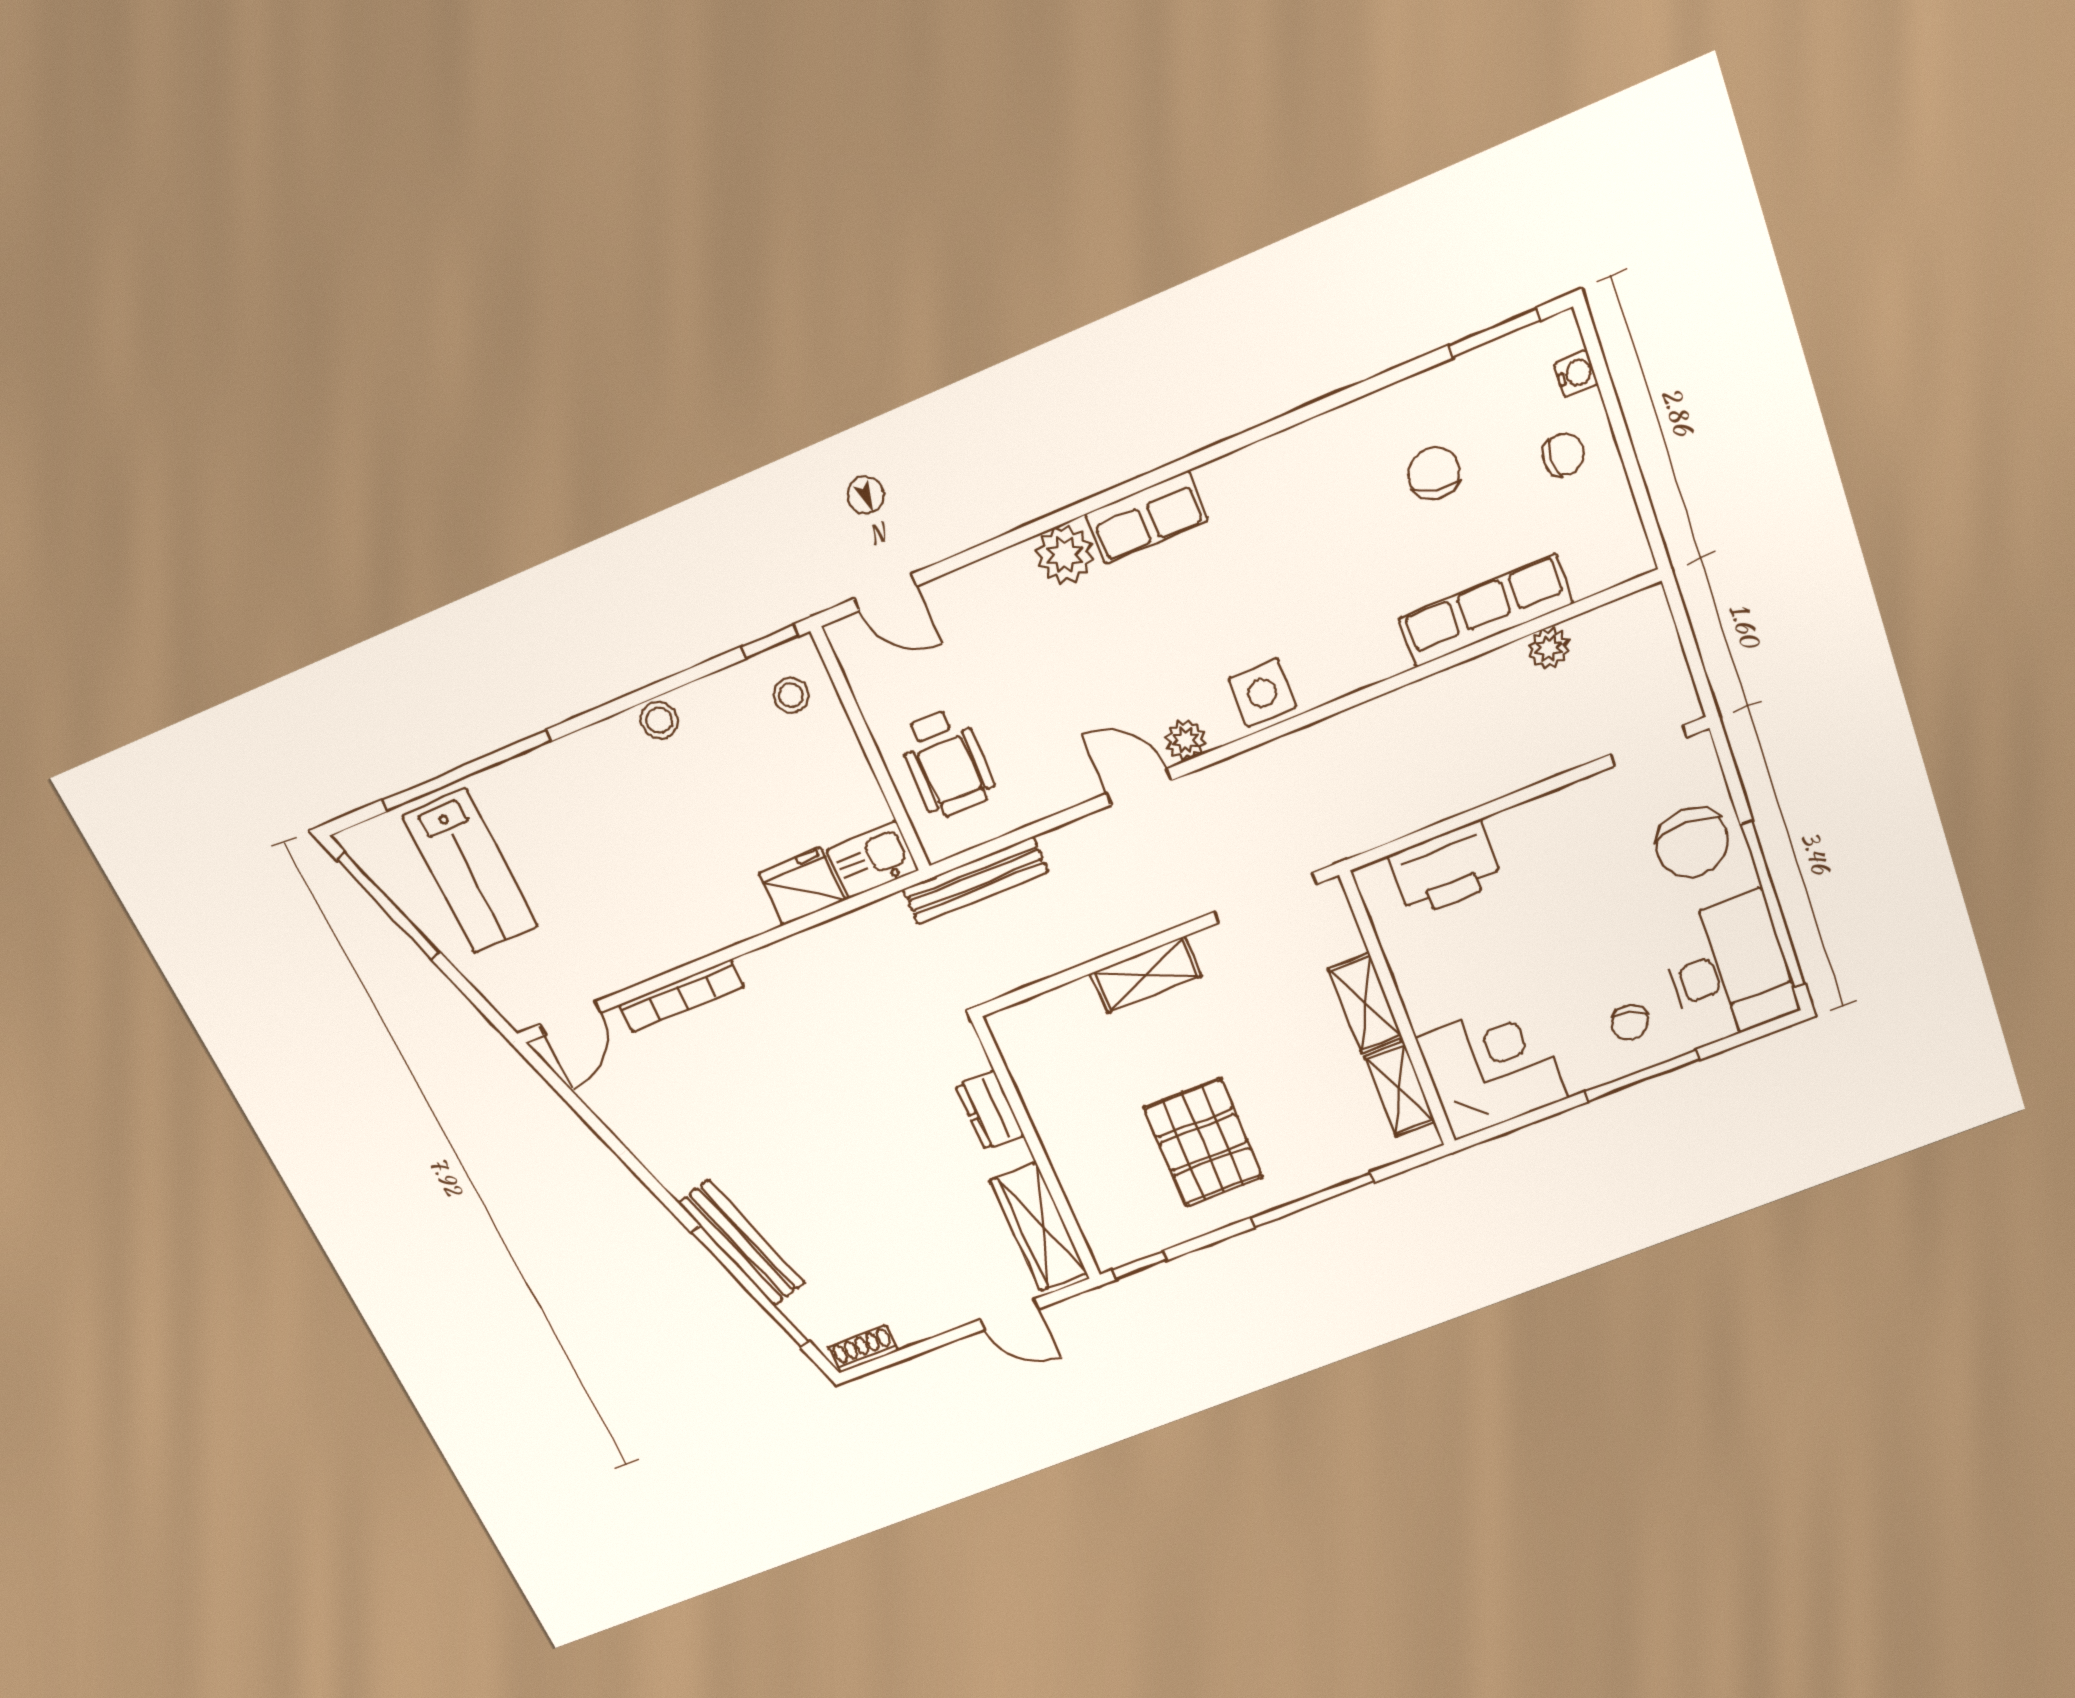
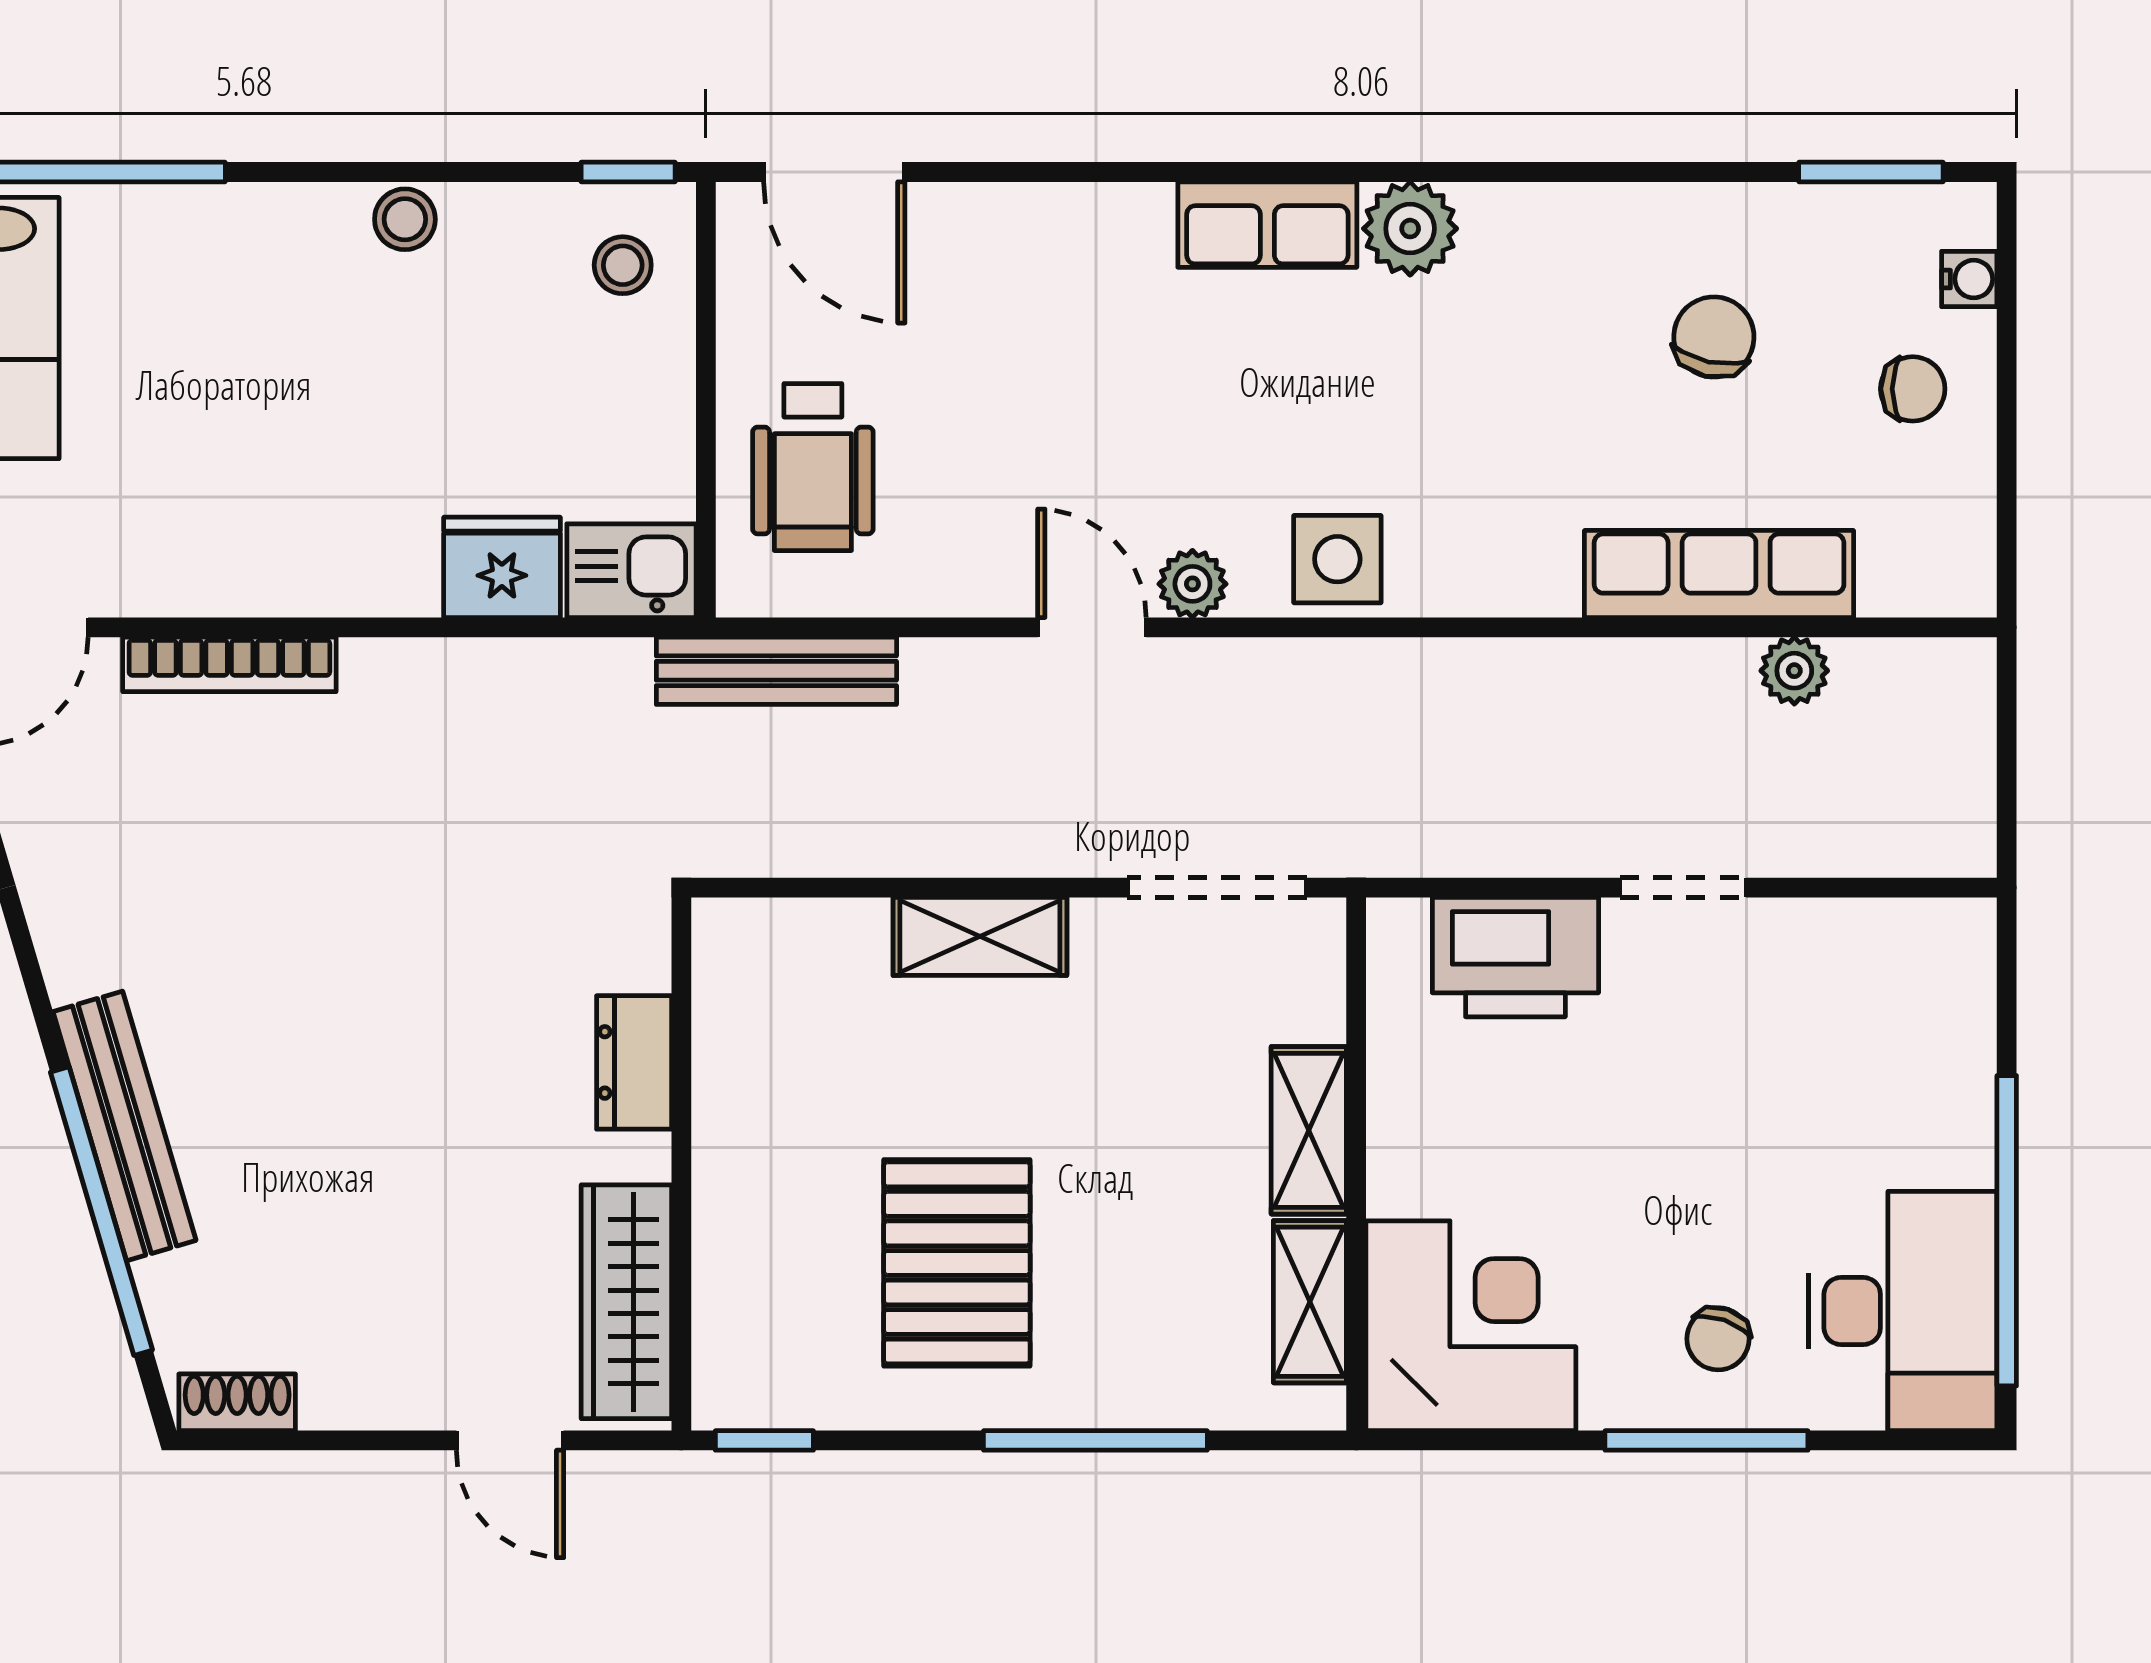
plant: (1065, 555) -> (1410, 229), moved
door: (885, 592) -> (834, 172), width x1.38
doorway: (1649, 746) -> (1683, 888), moved
chair: (1692, 843) -> (1913, 1073), removed

